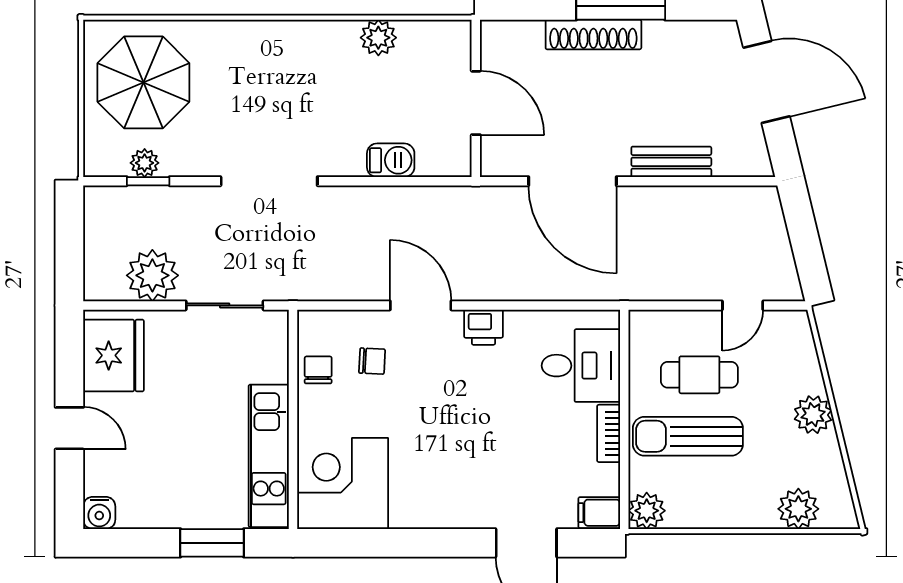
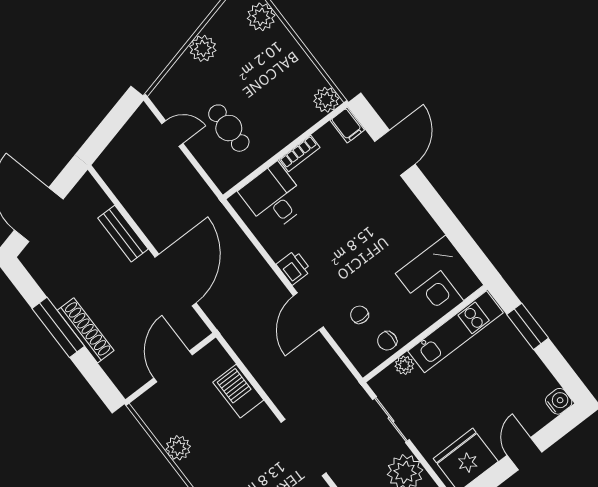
barbecue: (391, 160) -> (238, 391), width x1.38, depth x1.27
plant: (275, 368) -> (404, 365), added
sun lounger: (688, 436) -> (268, 108), removed

